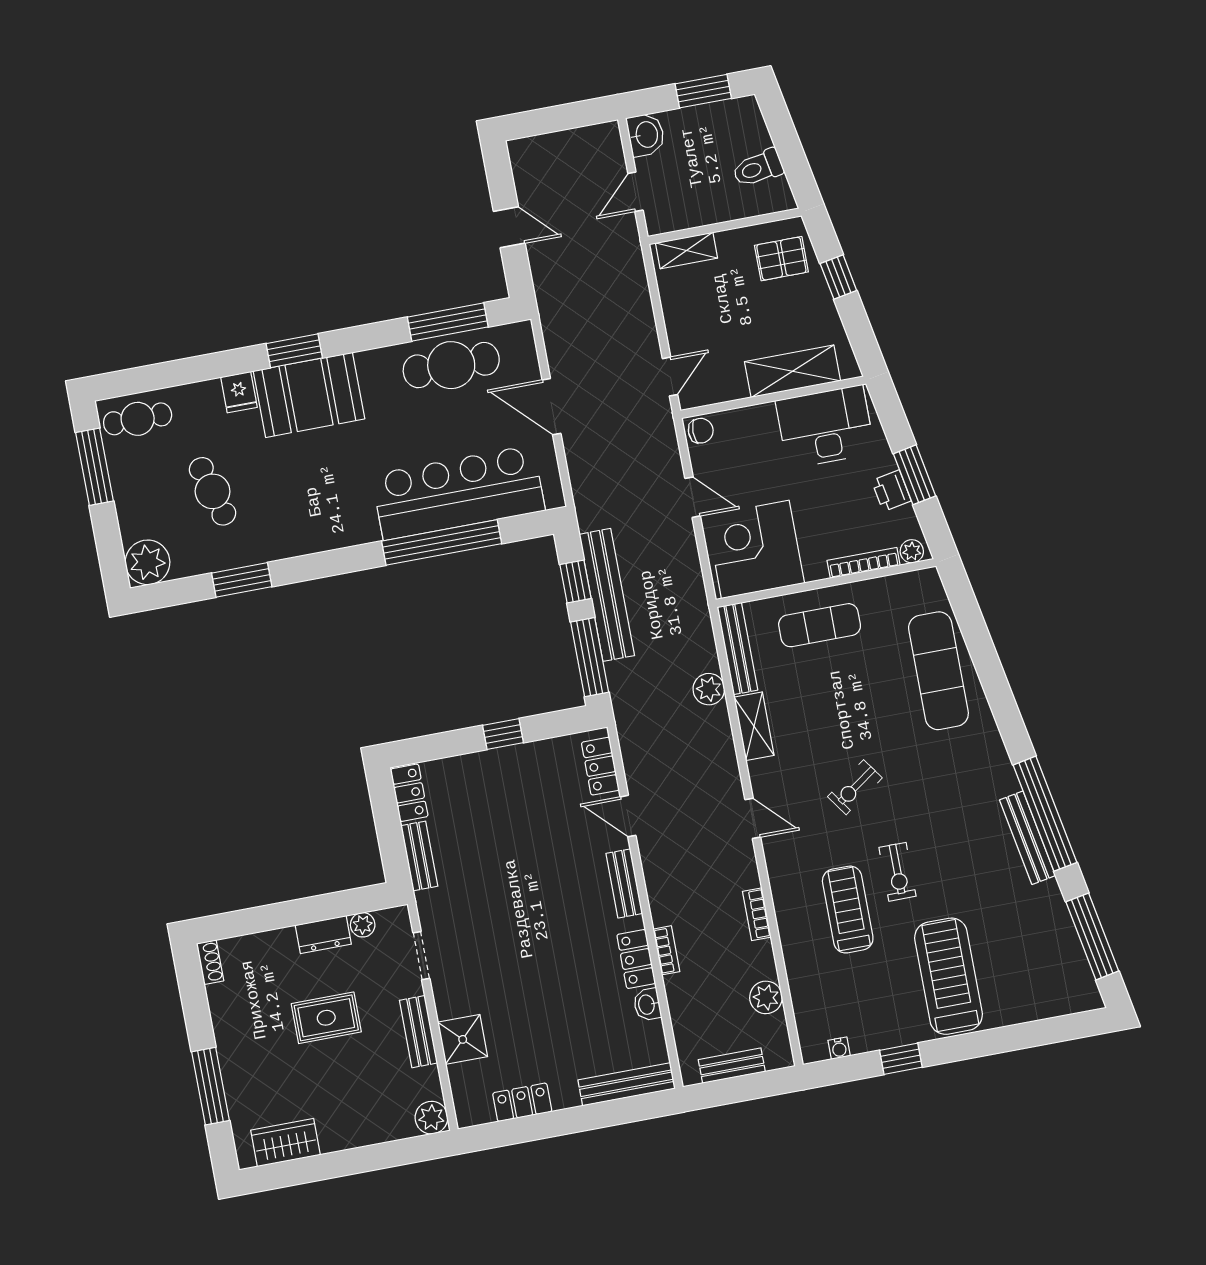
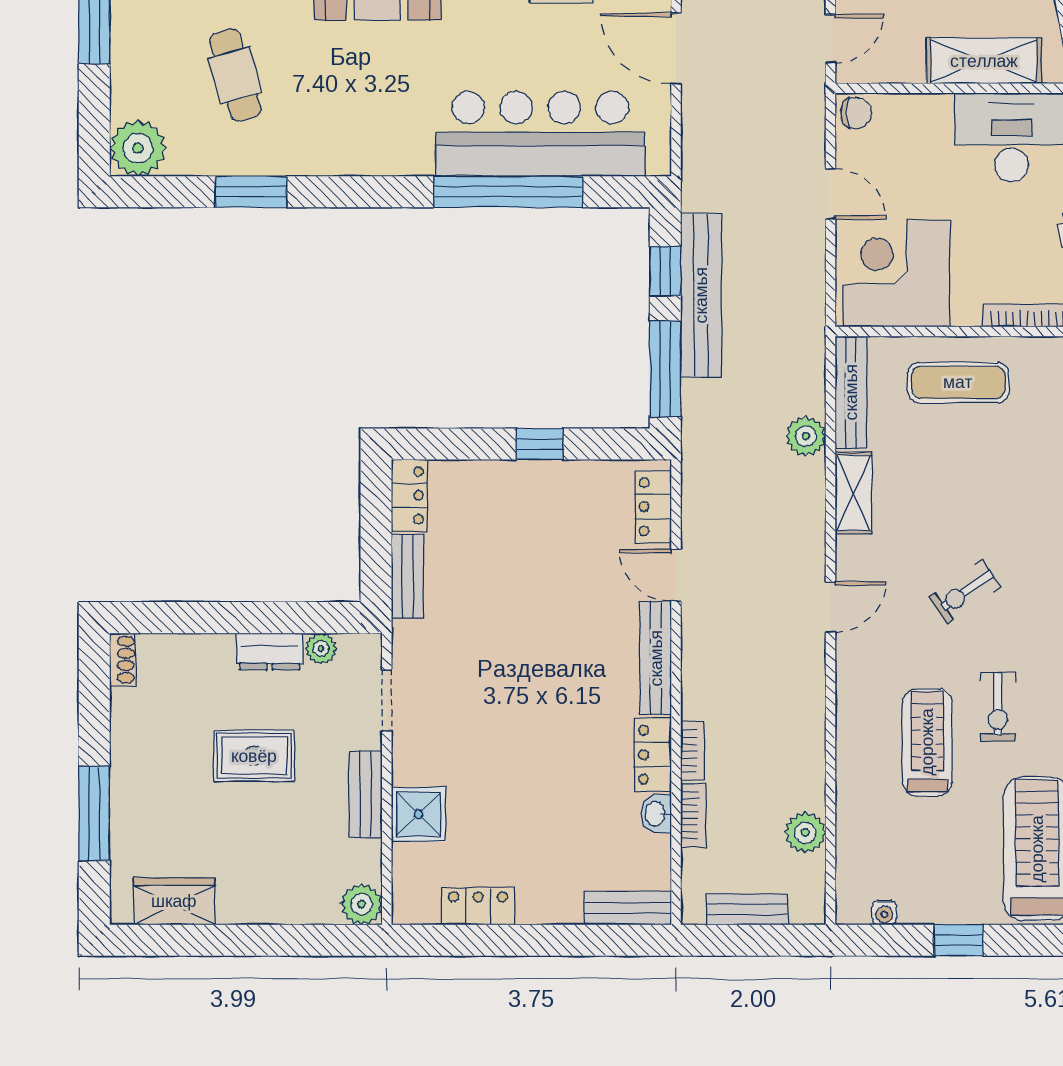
door: (753, 818) -> (830, 607), hinge flipped
bench: (624, 883) -> (656, 658), width x1.36
bookcase: (757, 914) -> (693, 815), moved, turned 180
bench: (627, 1084) -> (628, 908), width x0.73

